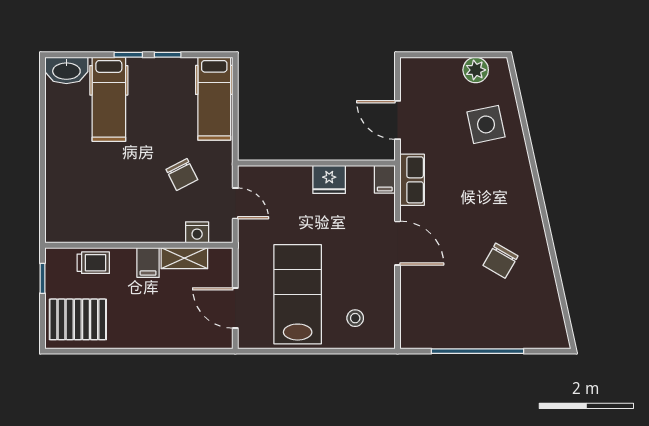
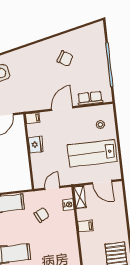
row of seats: (412, 180) -> (90, 98), moved
shelving: (184, 258) -> (80, 197), moved
trolley: (93, 263) -> (88, 252), removed
door: (235, 308) -> (102, 182), hinge flipped

